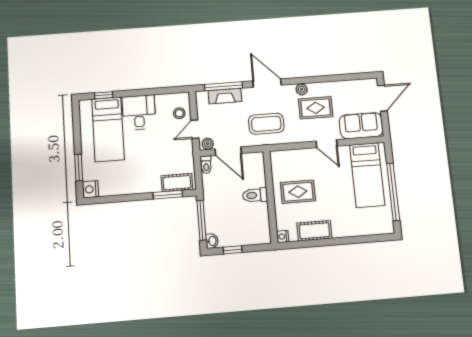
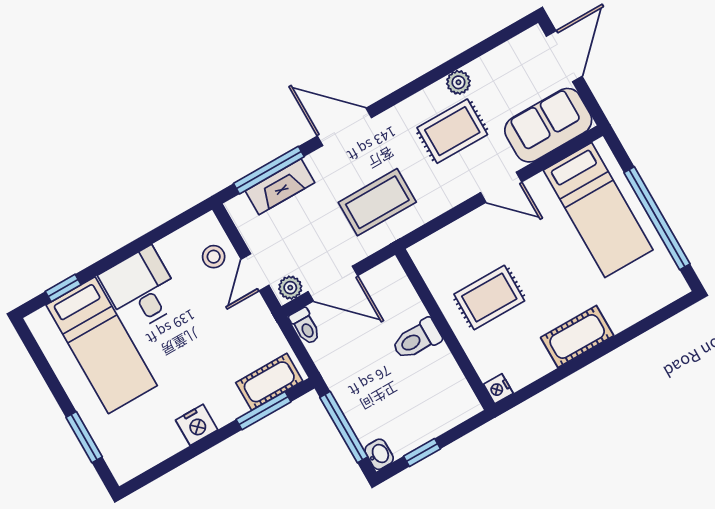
plant: (302, 89) -> (458, 82), moved
nightstand: (90, 189) -> (197, 425), moved, turned -90
cot: (314, 231) -> (577, 337), moved

